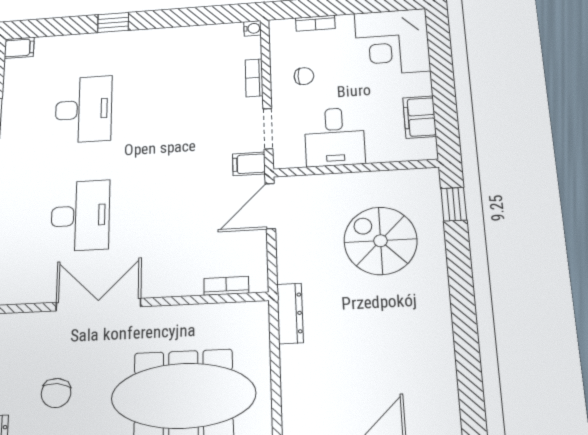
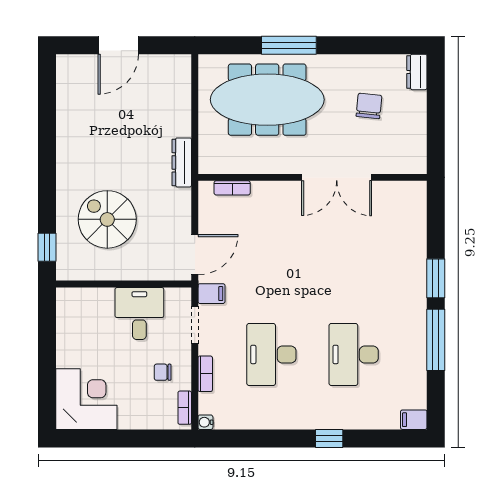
bookcase: (315, 23) -> (185, 408), moved, turned -90
filing cabinet: (420, 117) -> (68, 327), removed
desk: (80, 216) -> (271, 354), moved
spiral stairs: (380, 241) -> (107, 219), turned 180

